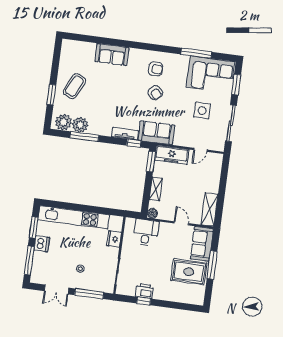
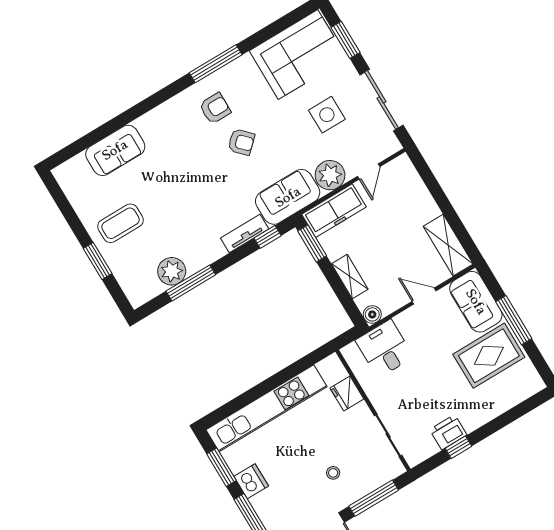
window: (196, 53) -> (216, 64), moved
sofa: (112, 55) -> (115, 150), moved
coffee table: (75, 86) -> (120, 223), turned 64
plant: (63, 122) -> (330, 175), moved

